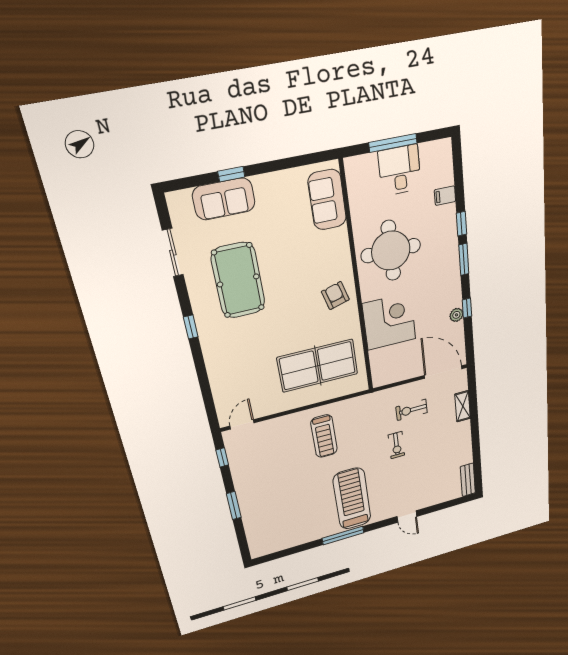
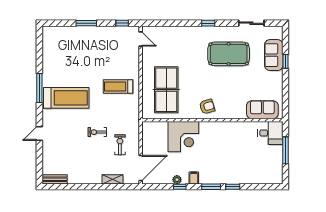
desk: (400, 170) -> (270, 133), moved
filing cabinet: (445, 196) -> (194, 178), moved
round table: (391, 251) -> (226, 142), removed

